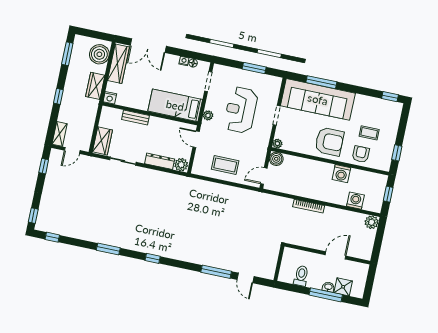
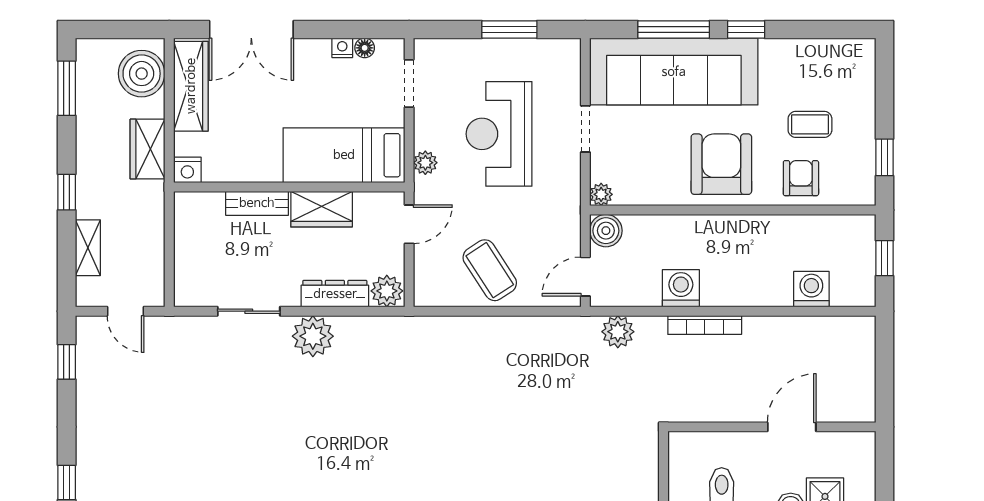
window: (390, 97) -> (746, 29), moved
shelving: (60, 134) -> (88, 248), moved
door: (196, 139) -> (409, 224), swing flipped
wardrobe: (102, 141) -> (322, 209), moved, turned 90
armchair: (329, 142) -> (721, 164), turned -90
door: (72, 150) -> (126, 311), hinge flipped
coffee table: (225, 165) -> (490, 270), turned 57
washing machine: (341, 174) -> (681, 288), moved, turned 180
plant: (147, 177) -> (313, 336), added
plant: (372, 222) -> (618, 332), moved

